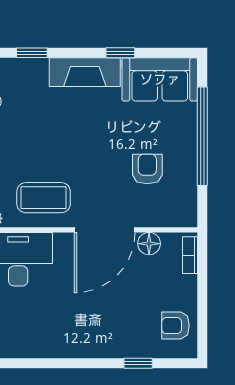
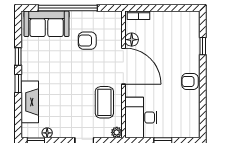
window: (32, 53) -> (18, 84), moved
fireplace: (85, 72) -> (30, 102), moved
sofa: (160, 79) -> (47, 24), moved, turned 90
armchair: (175, 326) -> (190, 81), moved, turned 90

